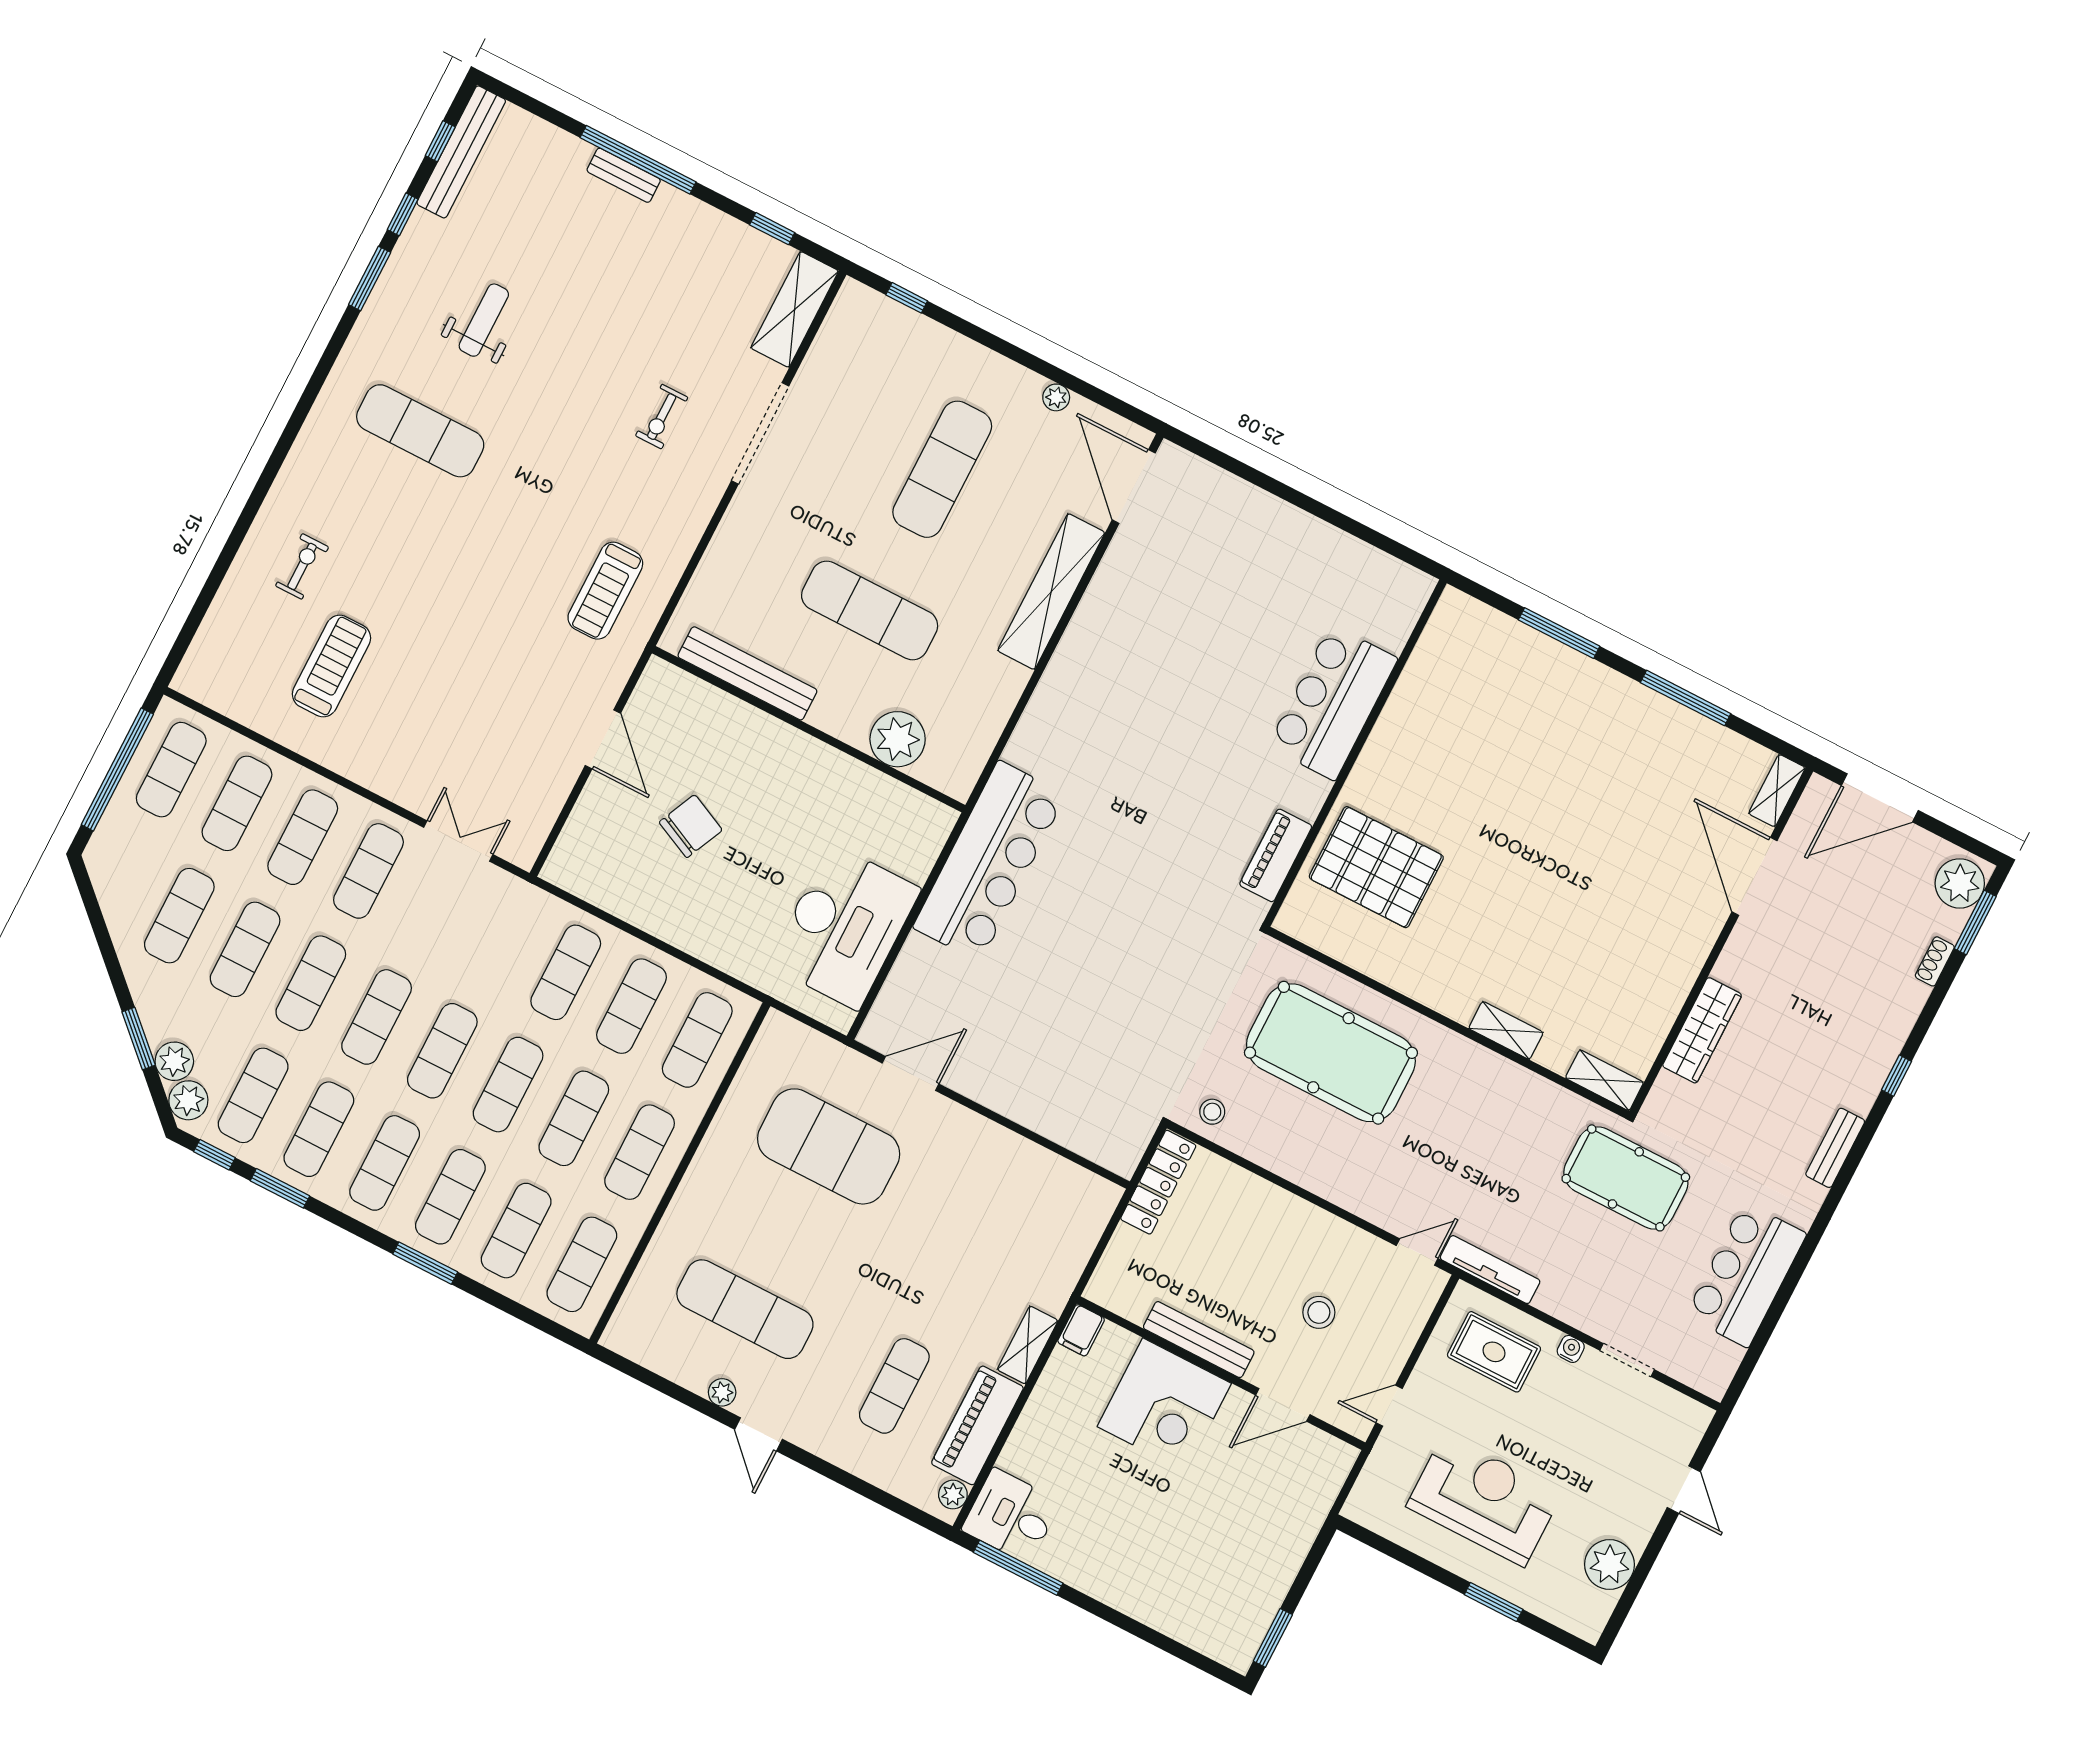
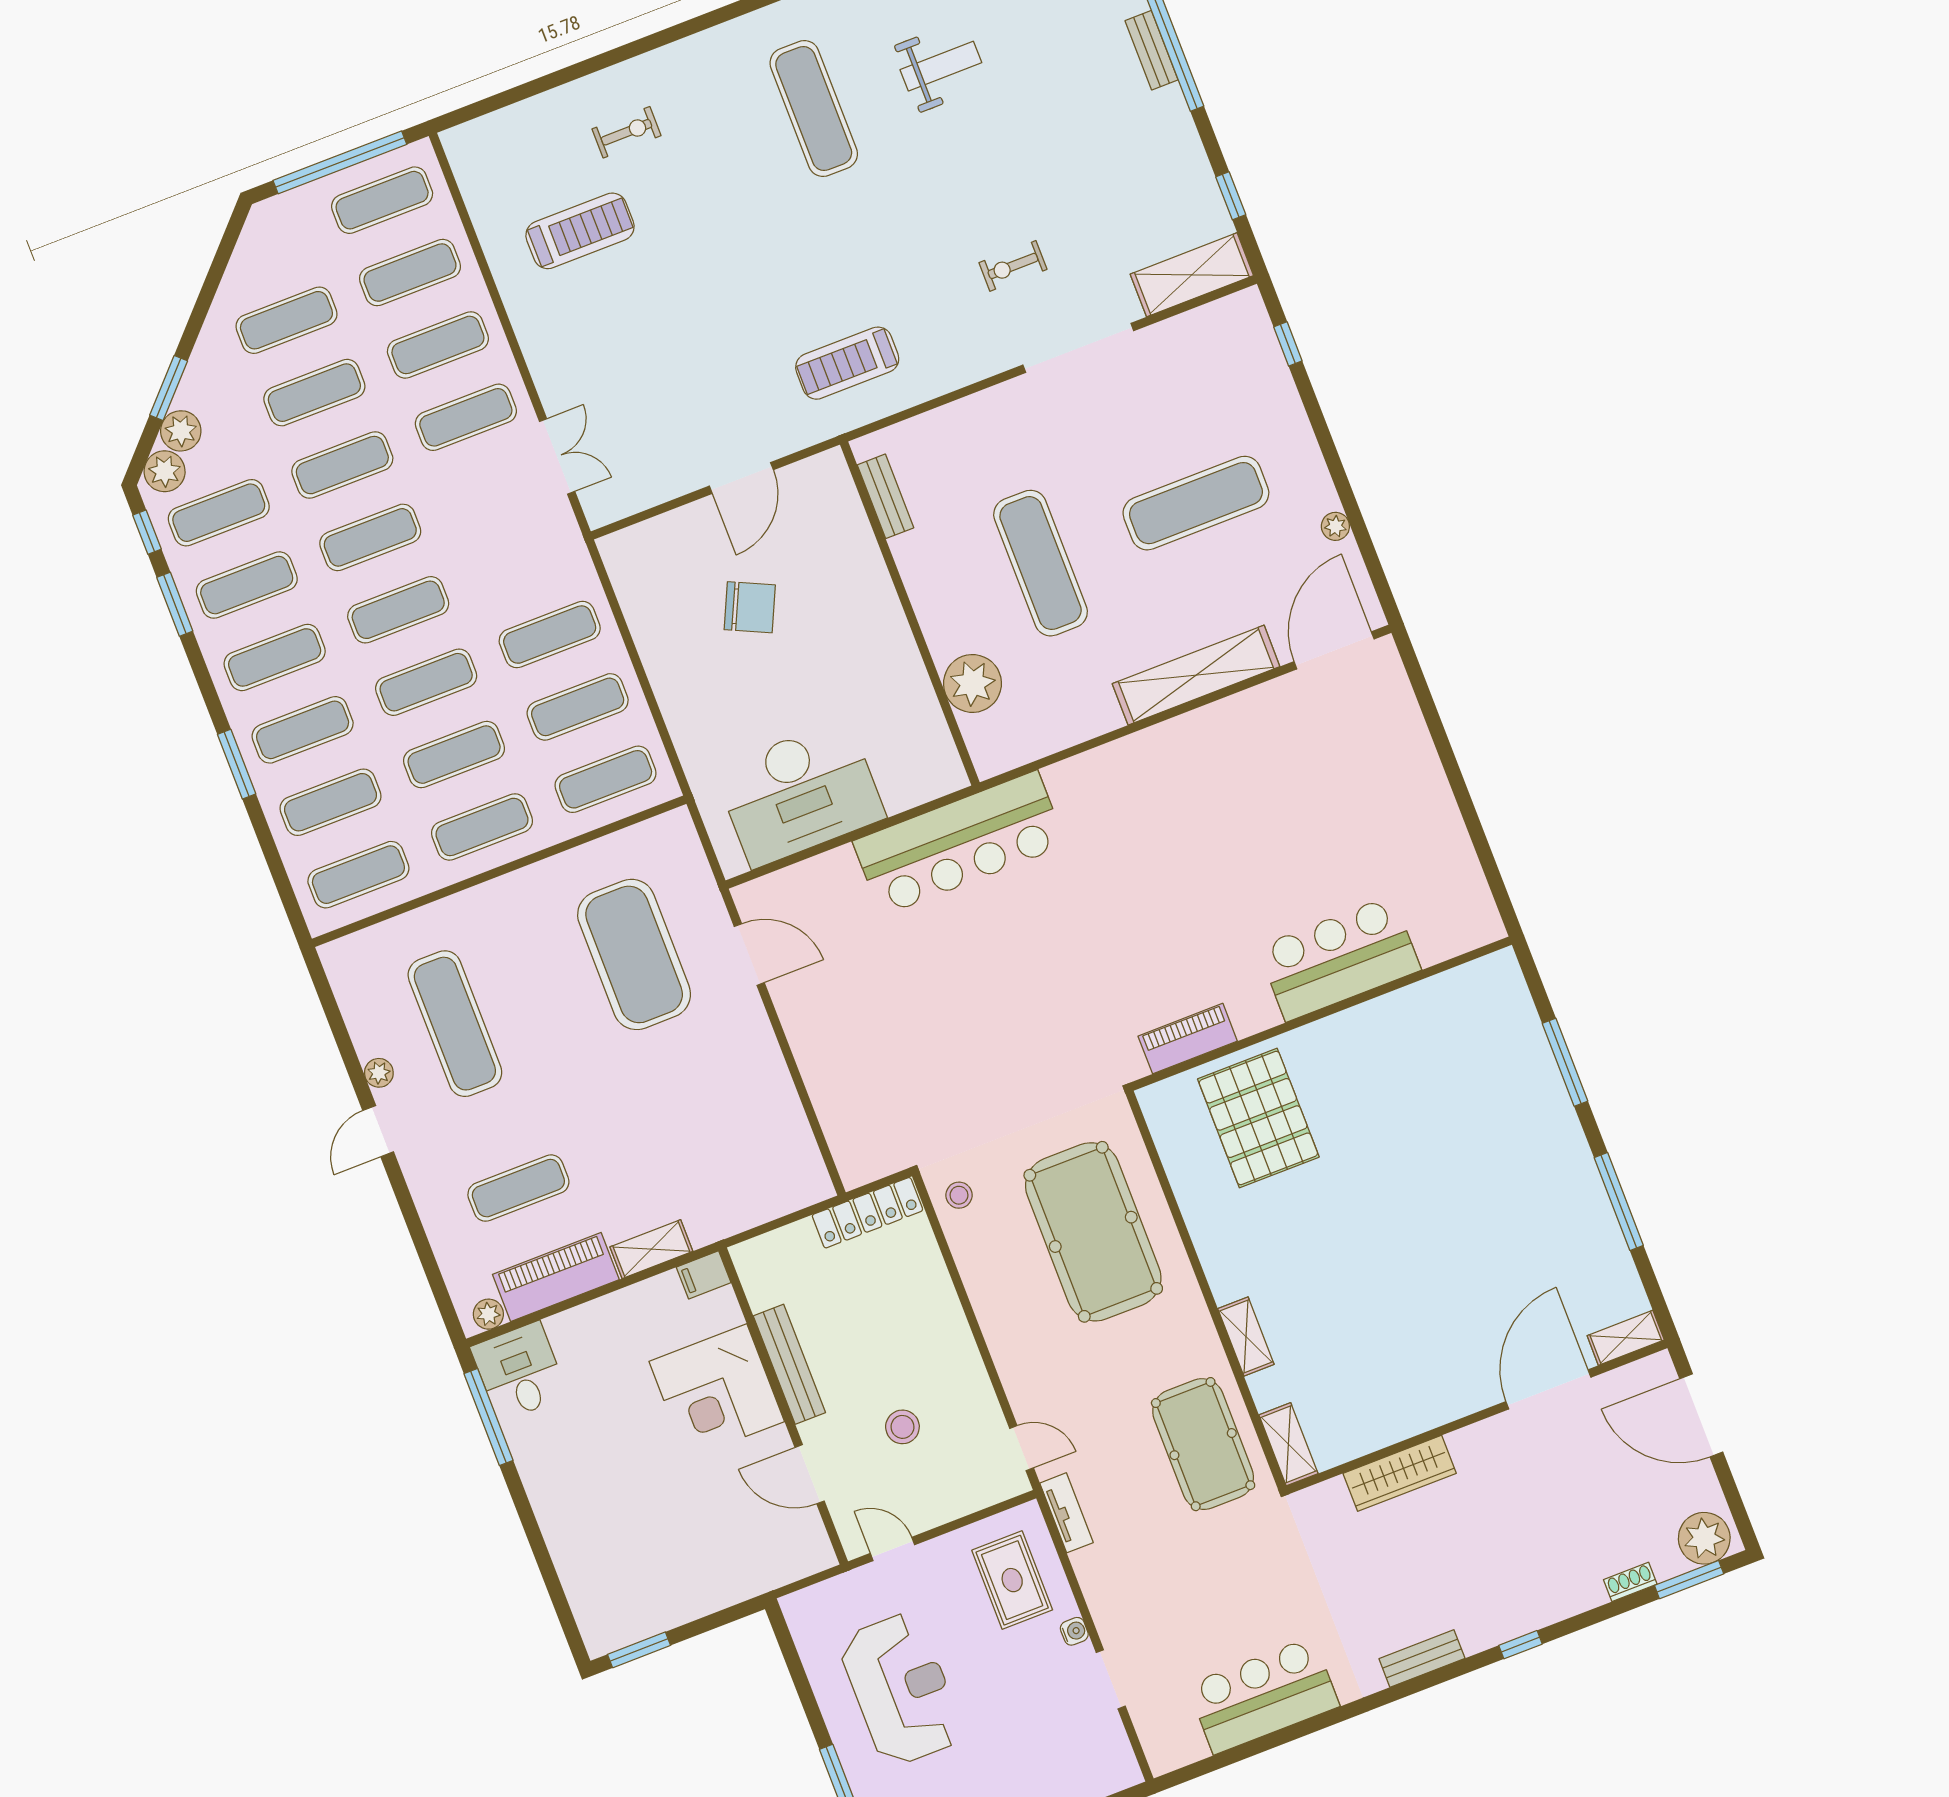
bench: (747, 673) -> (885, 496), width x0.54, depth x0.82
pool table: (1626, 1178) -> (1203, 1444), moved
tv unit: (1490, 1270) -> (1067, 1513), width x0.71

